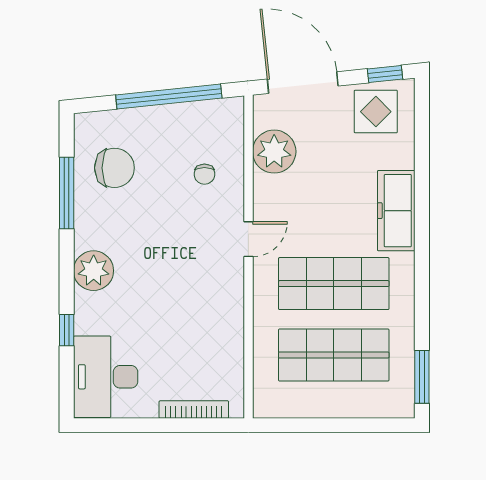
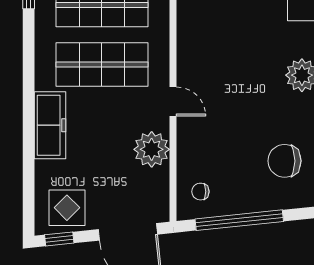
plant: (274, 152) -> (152, 149), moved
chair: (204, 174) -> (200, 192), moved, turned -90
door: (248, 239) -> (173, 101), swing flipped

